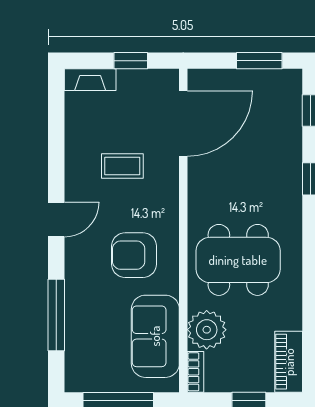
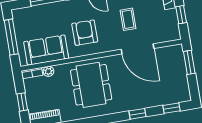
window: (259, 61) -> (189, 62), moved
door: (183, 124) -> (137, 49), moved
plant: (207, 330) -> (48, 71), width x0.53, depth x0.53

